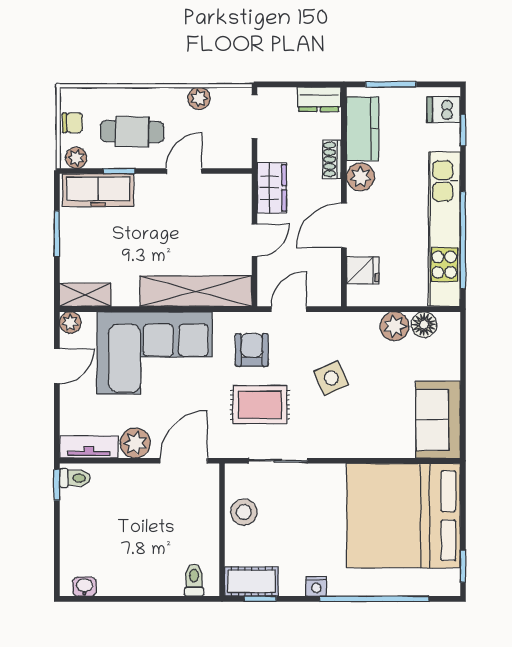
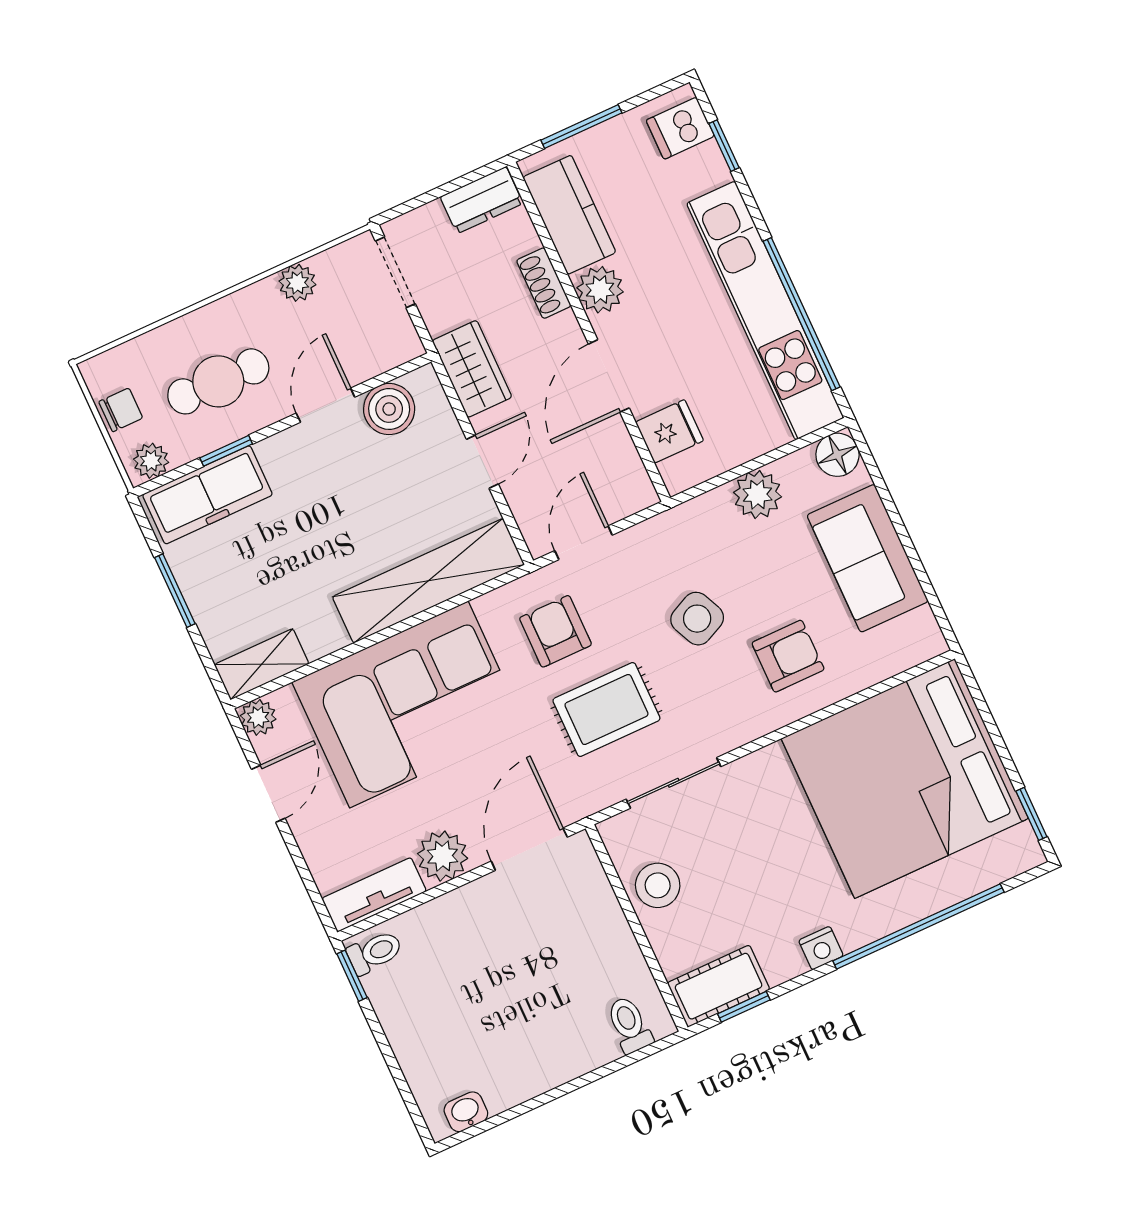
boiler: (217, 189) -> (389, 409), added
floor lamp: (424, 325) -> (837, 455), moved
sofa: (438, 420) -> (868, 558), moved
armchair: (371, 421) -> (788, 656), added

